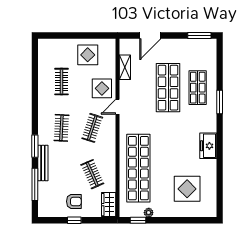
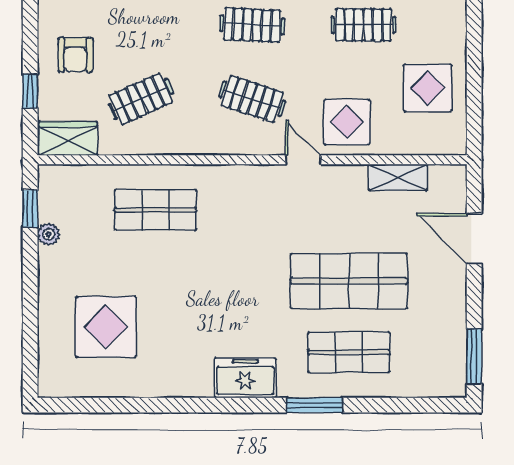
freezer: (208, 146) -> (245, 378), moved
shop shelf: (138, 168) -> (155, 210), width x0.50, depth x0.74
window: (74, 220) -> (30, 91), moved

